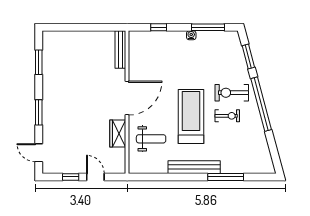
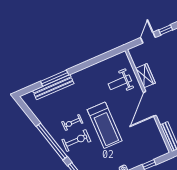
treadmill: (191, 116) -> (105, 125), moved
bench: (194, 167) -> (53, 87), moved
door: (95, 177) -> (148, 38), swing flipped

